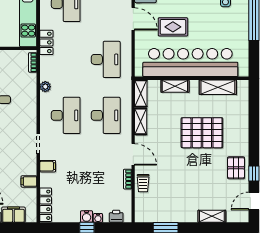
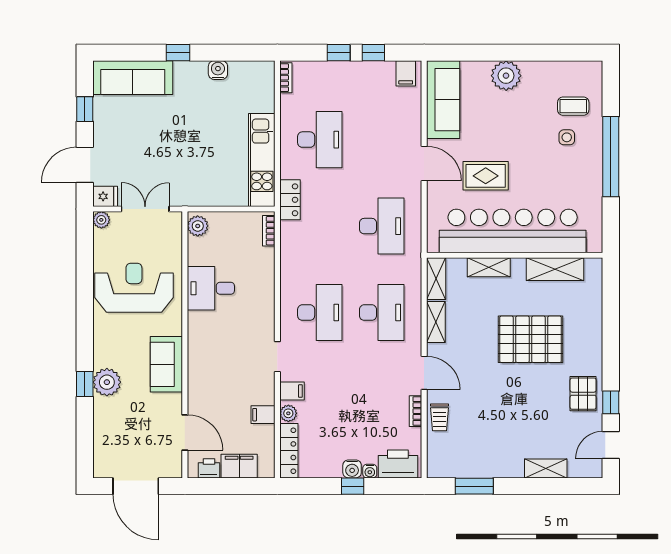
plant: (45, 87) -> (288, 413), moved
printer: (116, 216) -> (398, 464), width x1.87, depth x1.48

